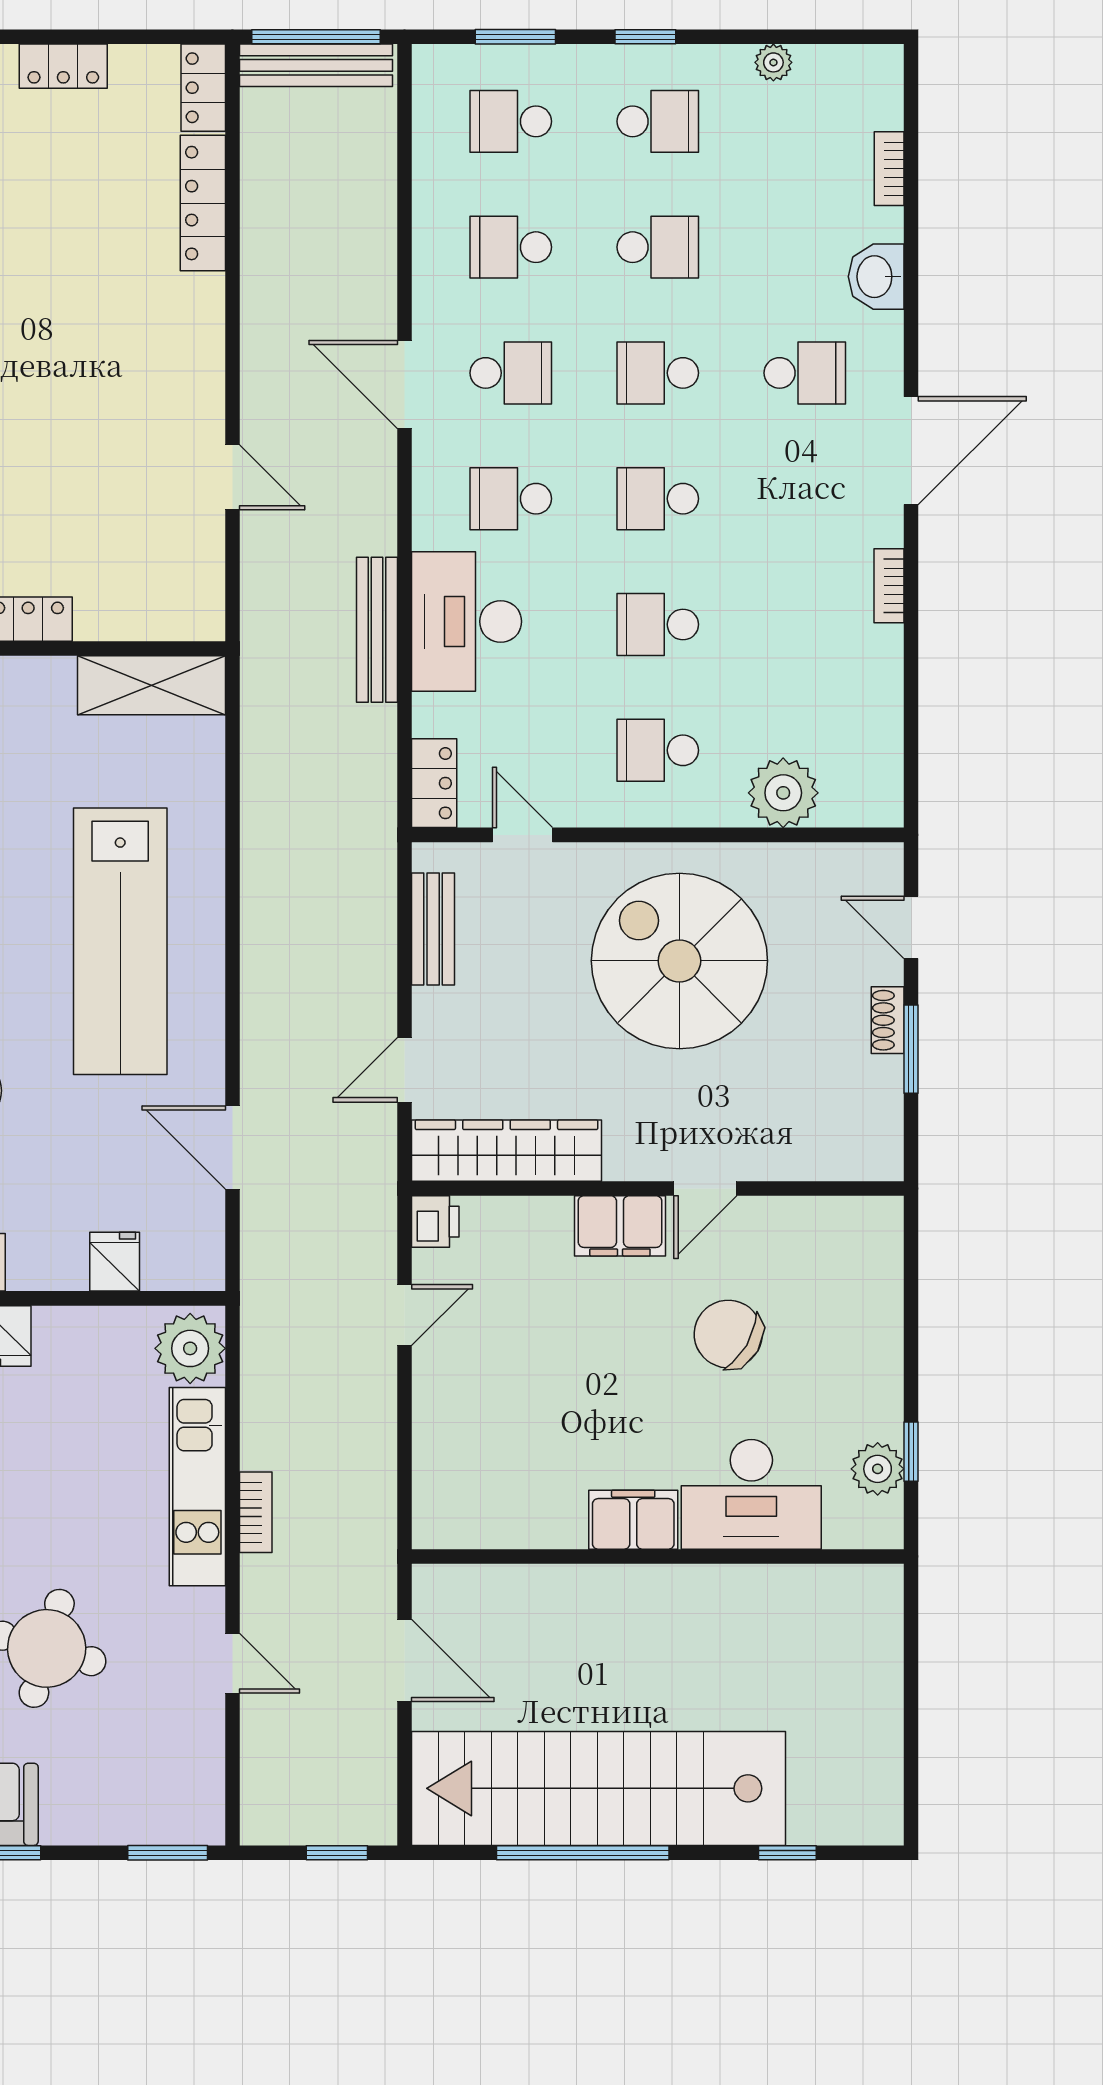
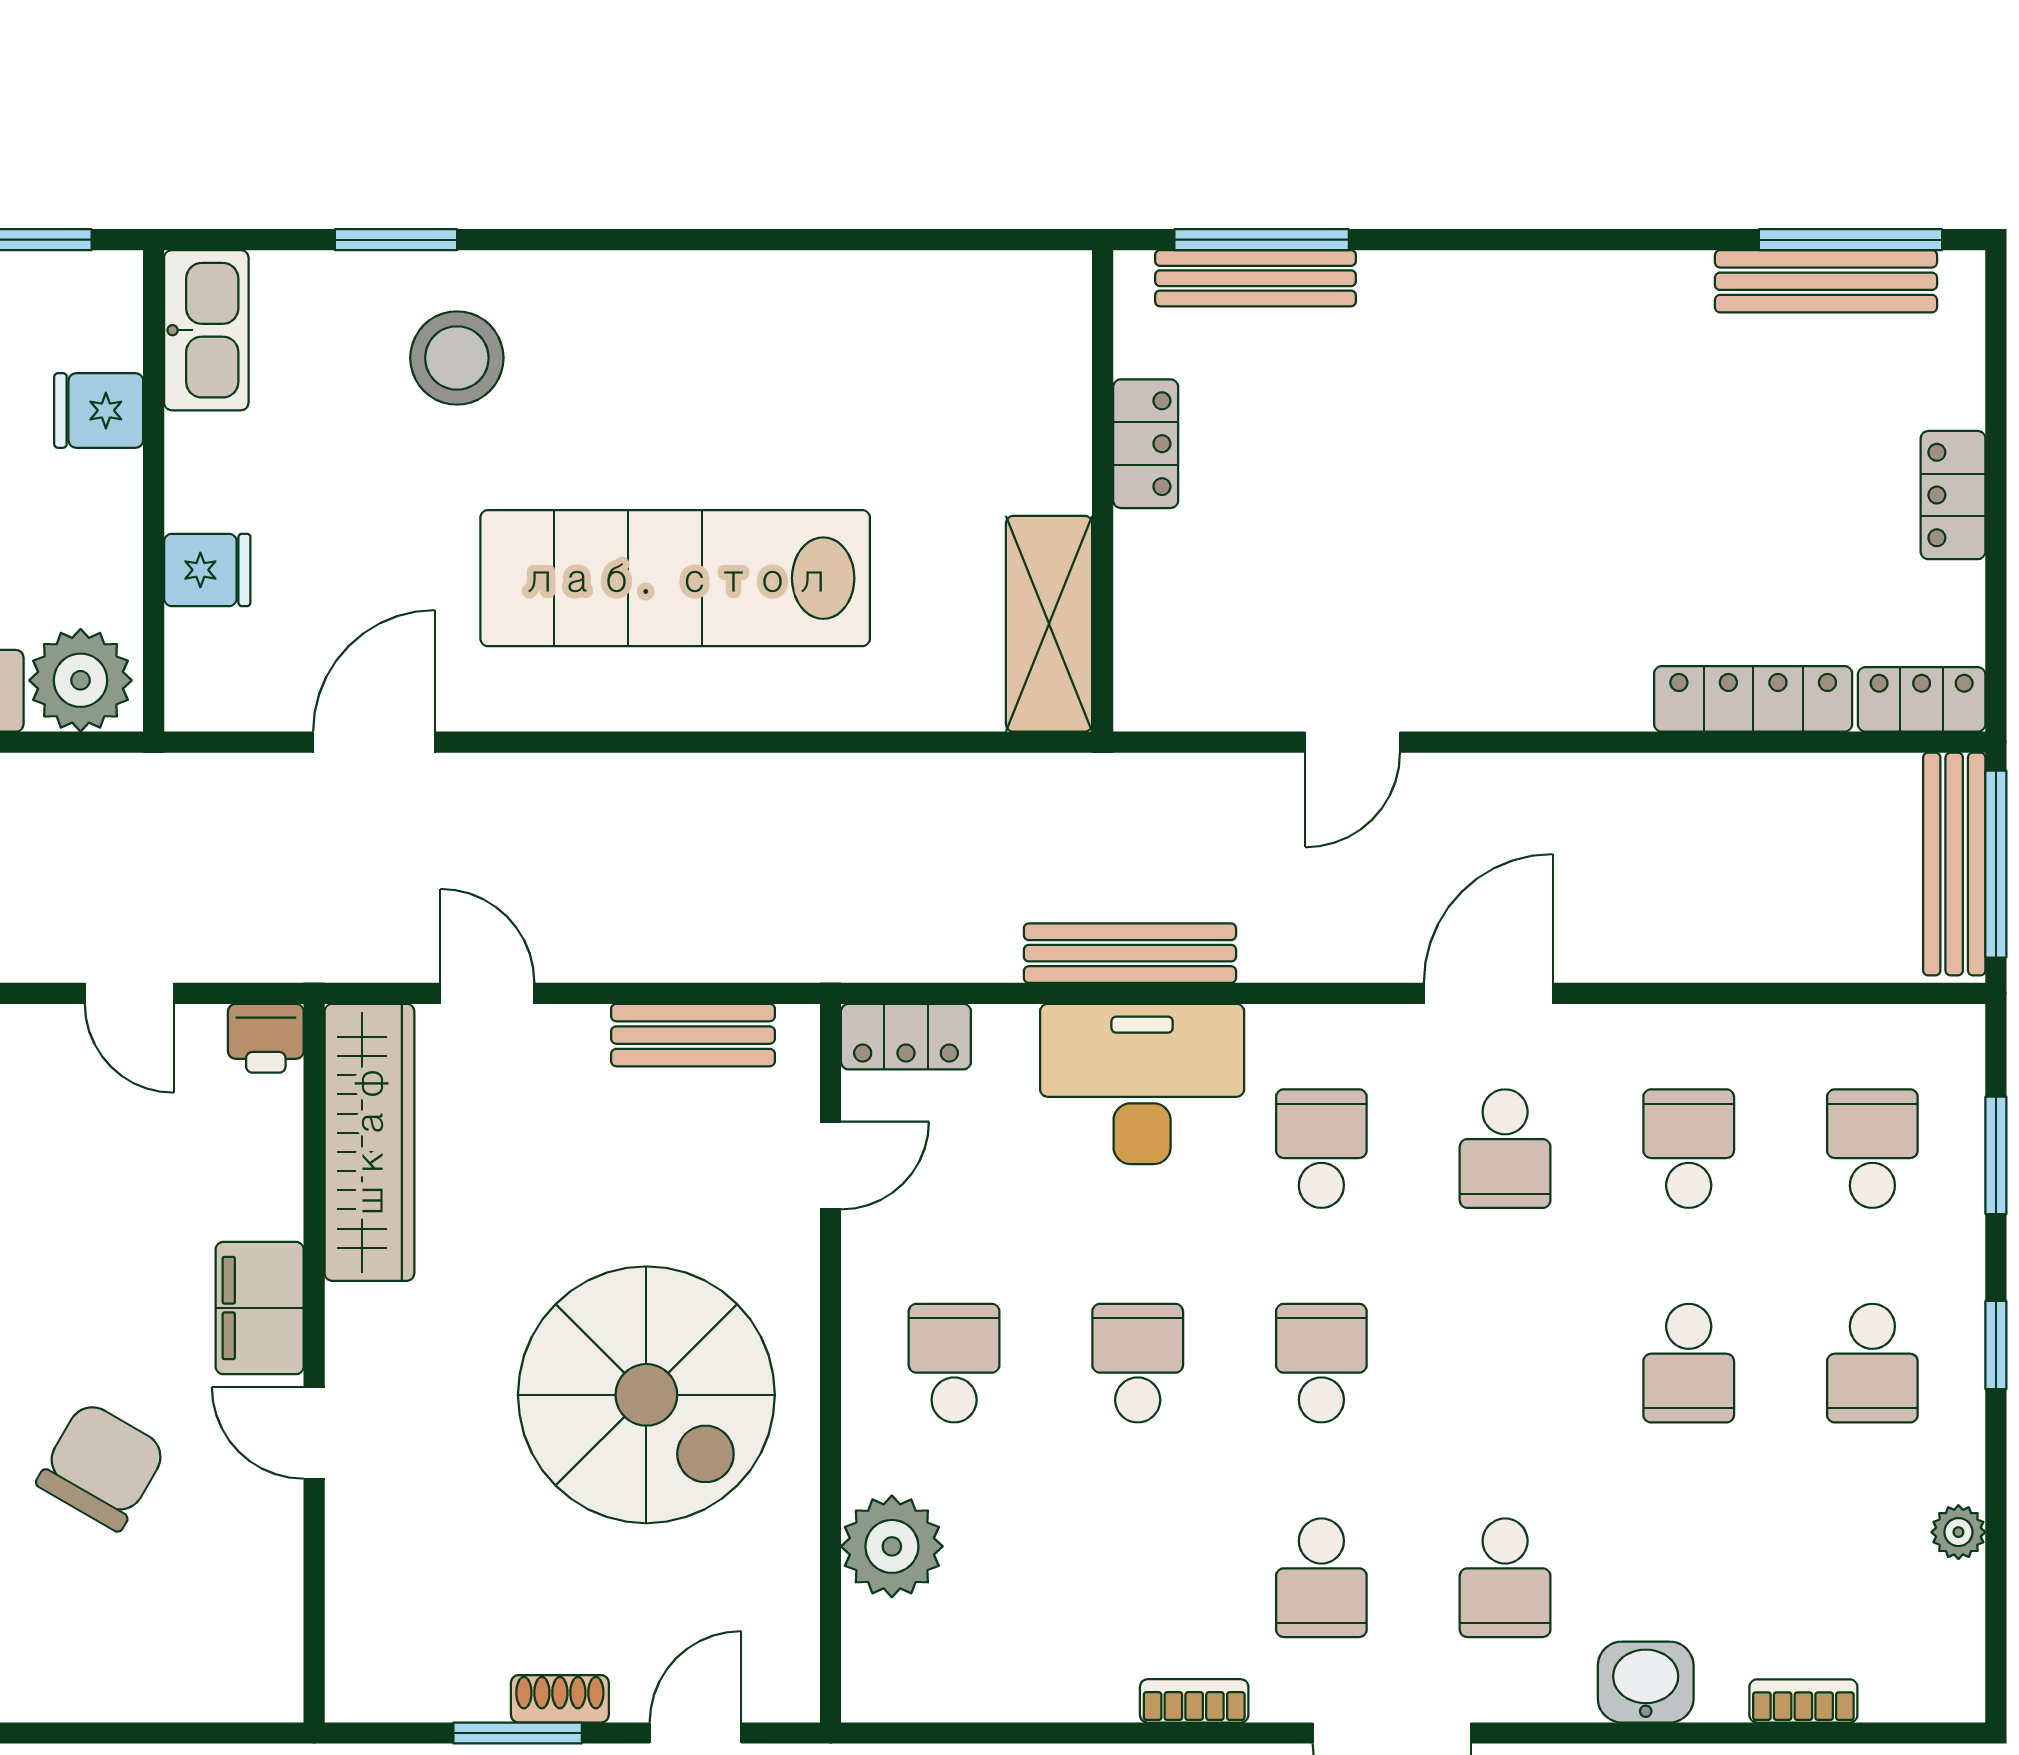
school desk: (658, 373) -> (1321, 1578), moved, turned 180
spiral stairs: (679, 961) -> (646, 1395), turned 90

